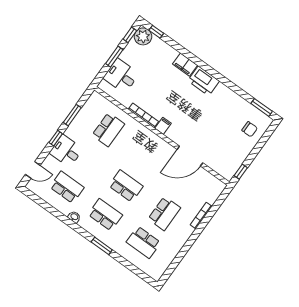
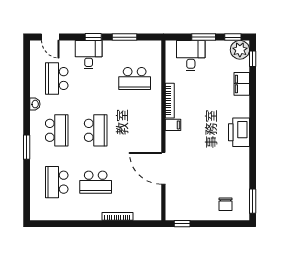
filing cabinet: (185, 65) -> (242, 84), moved
school desk: (67, 187) -> (57, 79), turned 180

